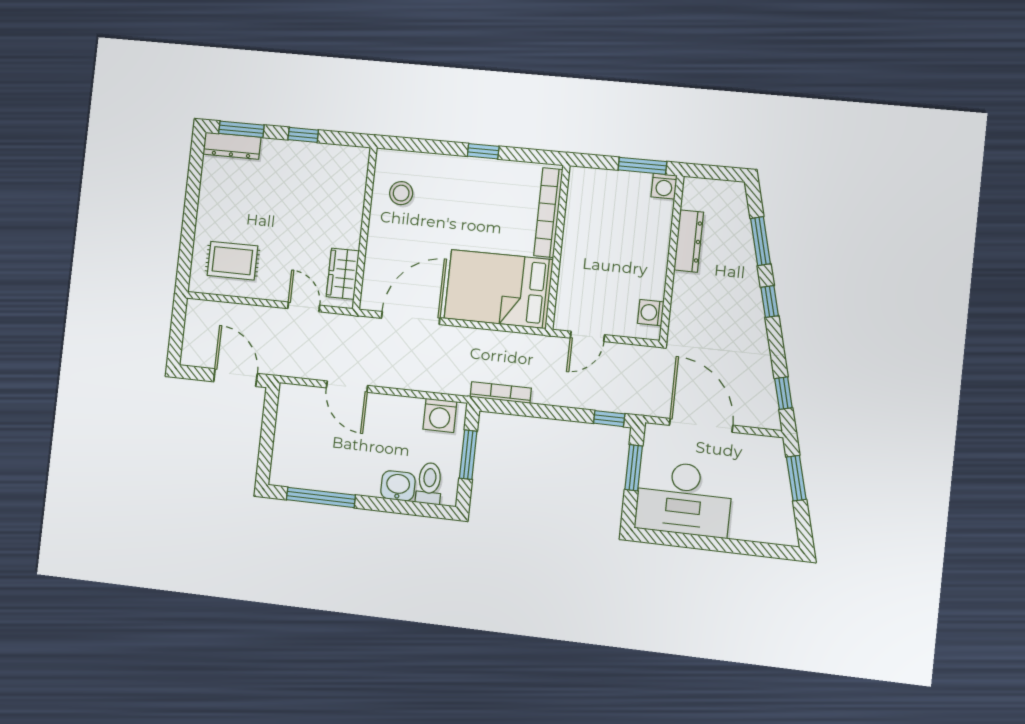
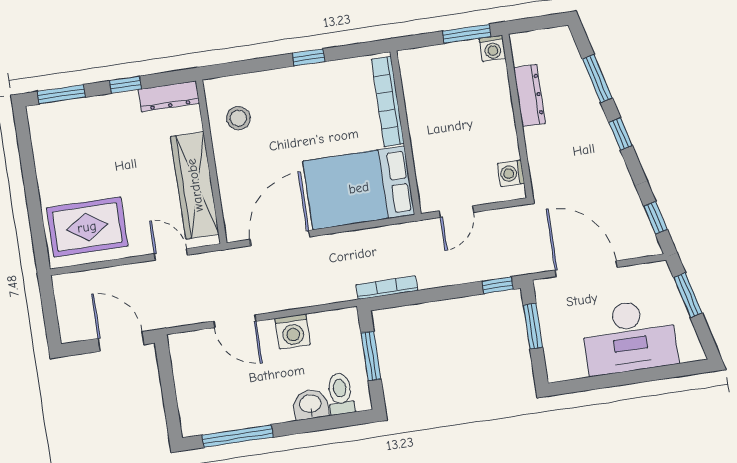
dresser: (232, 146) -> (169, 96), moved
rug: (232, 261) -> (87, 227), width x1.36, depth x1.43
wardrobe: (343, 274) -> (195, 185), width x2.10, depth x1.17
washing machine: (440, 415) -> (293, 331), moved
desk: (684, 499) -> (629, 337), moved

